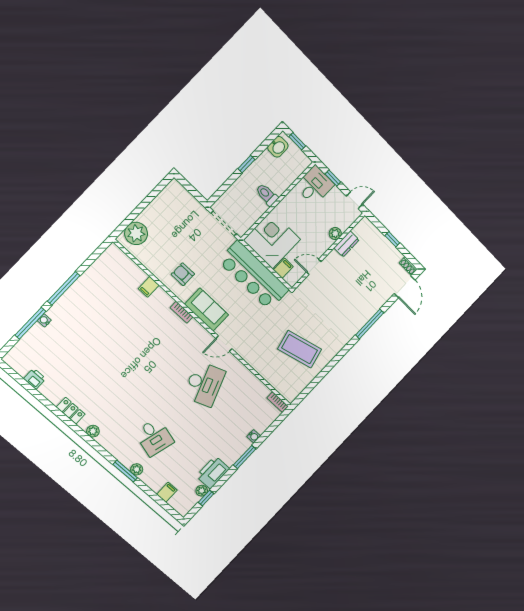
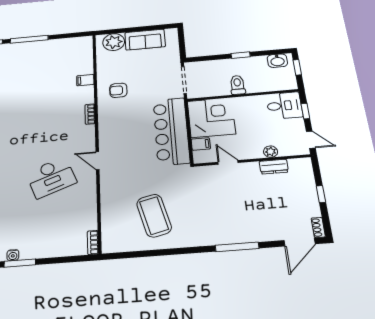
armchair: (183, 274) -> (118, 90), turned -90
sofa: (206, 310) -> (145, 40), moved, turned 90
water cooler: (254, 436) -> (13, 255), moved

